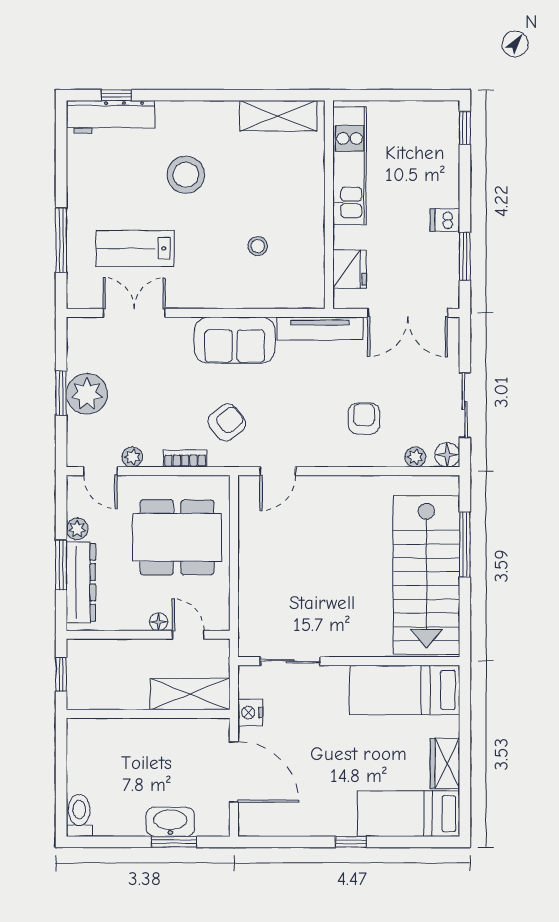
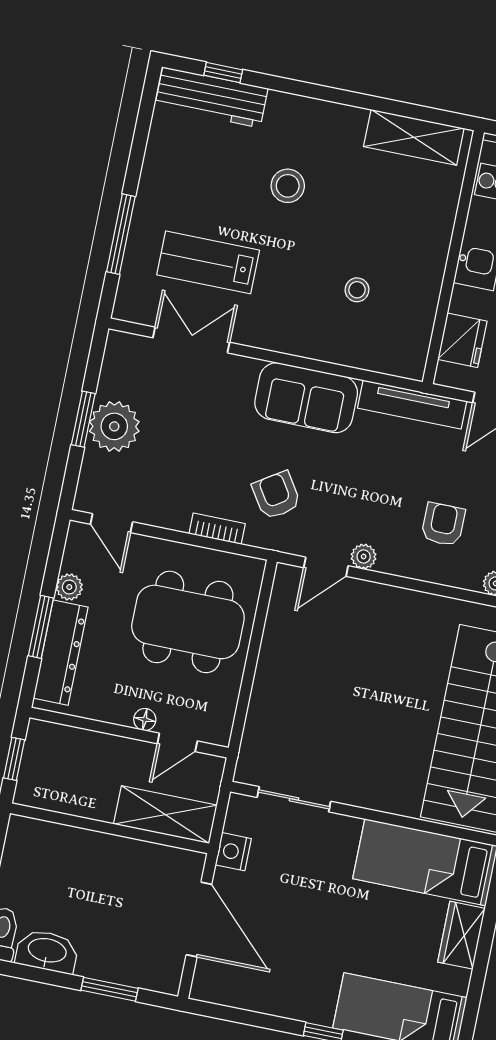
stool: (186, 175) -> (288, 186), width x0.73, depth x0.73
armchair: (227, 422) -> (276, 495), turned -84
plant: (132, 457) -> (364, 556), moved
door: (188, 635) -> (177, 742), swing flipped
wardrobe: (445, 763) -> (461, 935), moved
washbasin: (170, 822) -> (47, 951), moved

